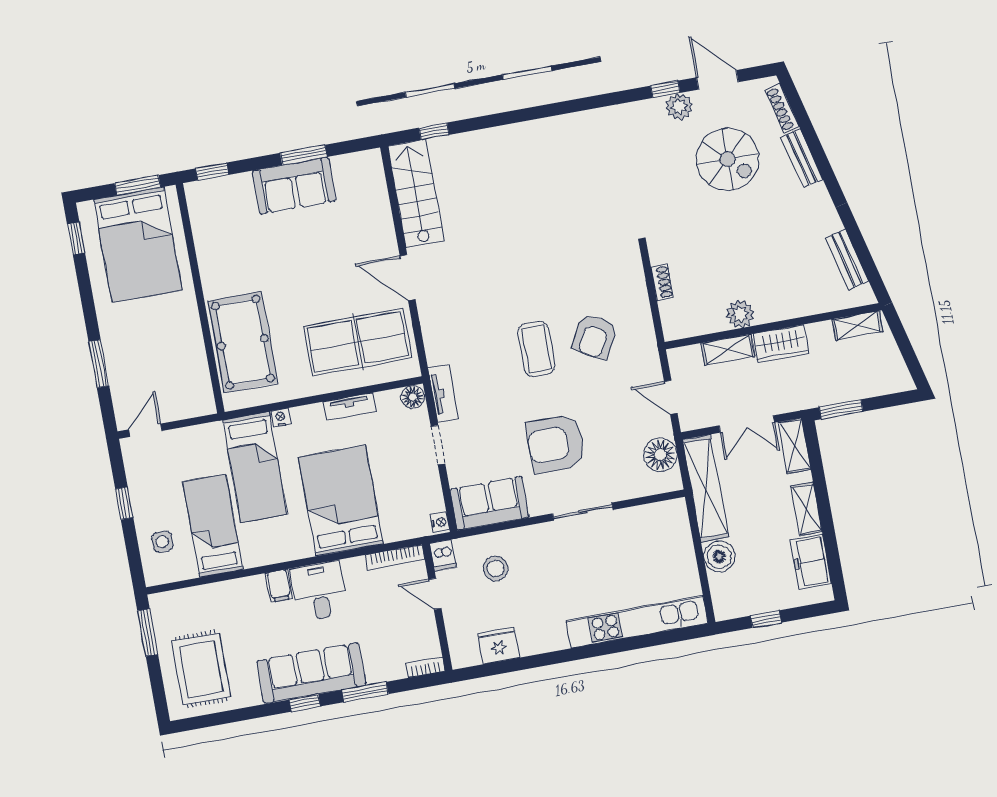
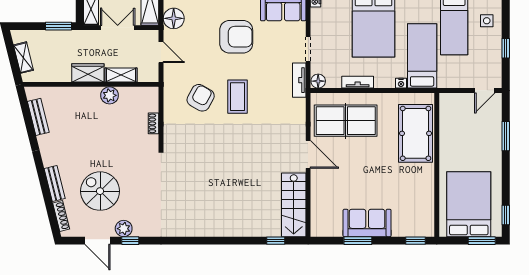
window: (138, 185) -> (482, 241), moved
shelving: (857, 325) -> (23, 58), moved, turned 76

